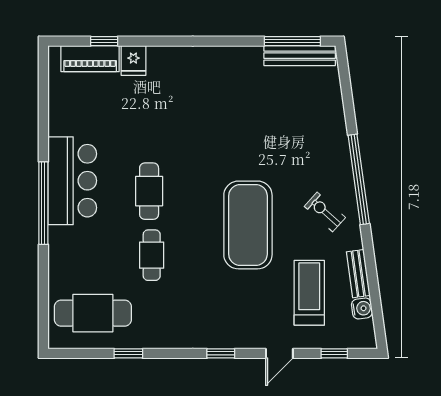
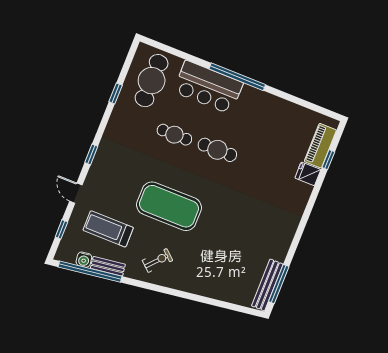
window: (359, 179) -> (90, 272), moved
bar counter: (72, 181) -> (208, 87), moved
treadmill: (309, 293) -> (108, 229), turned 180

